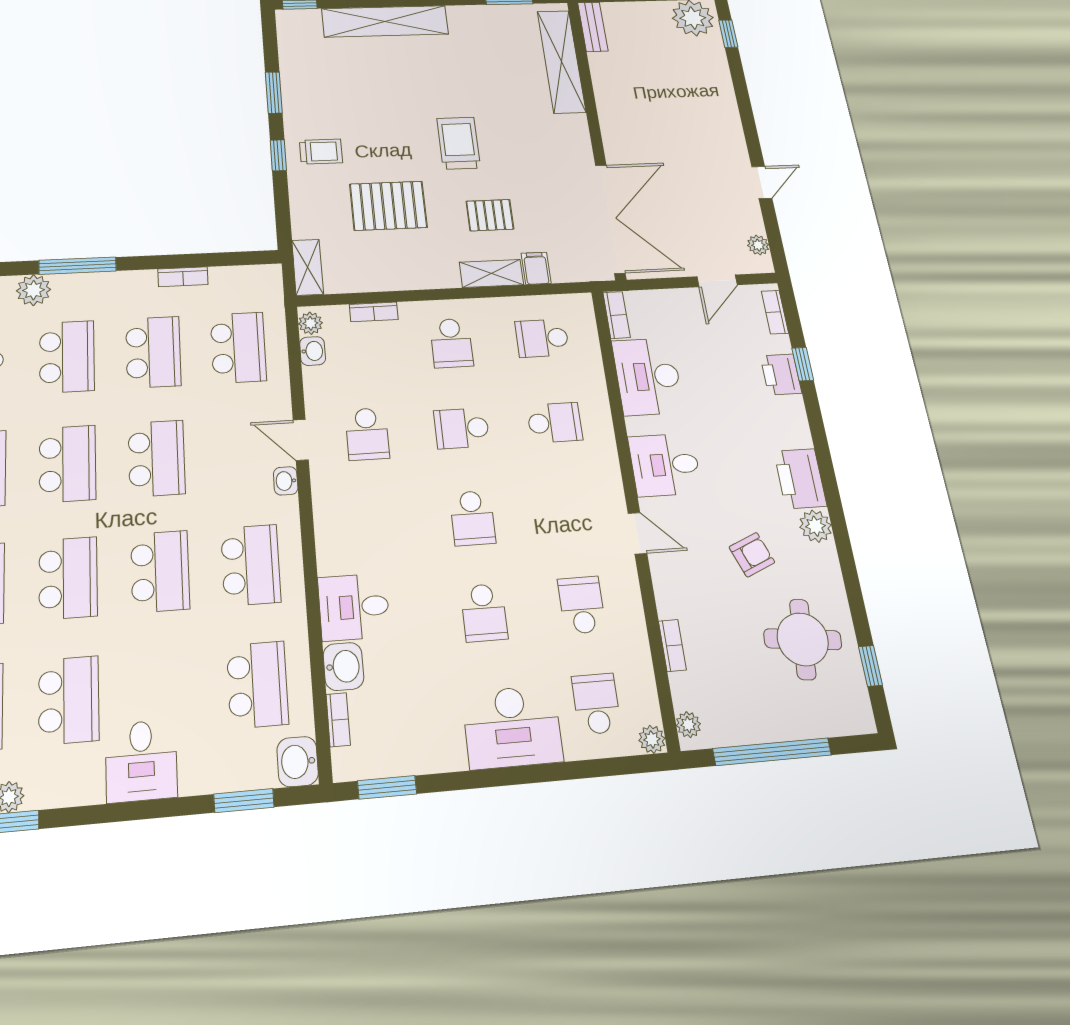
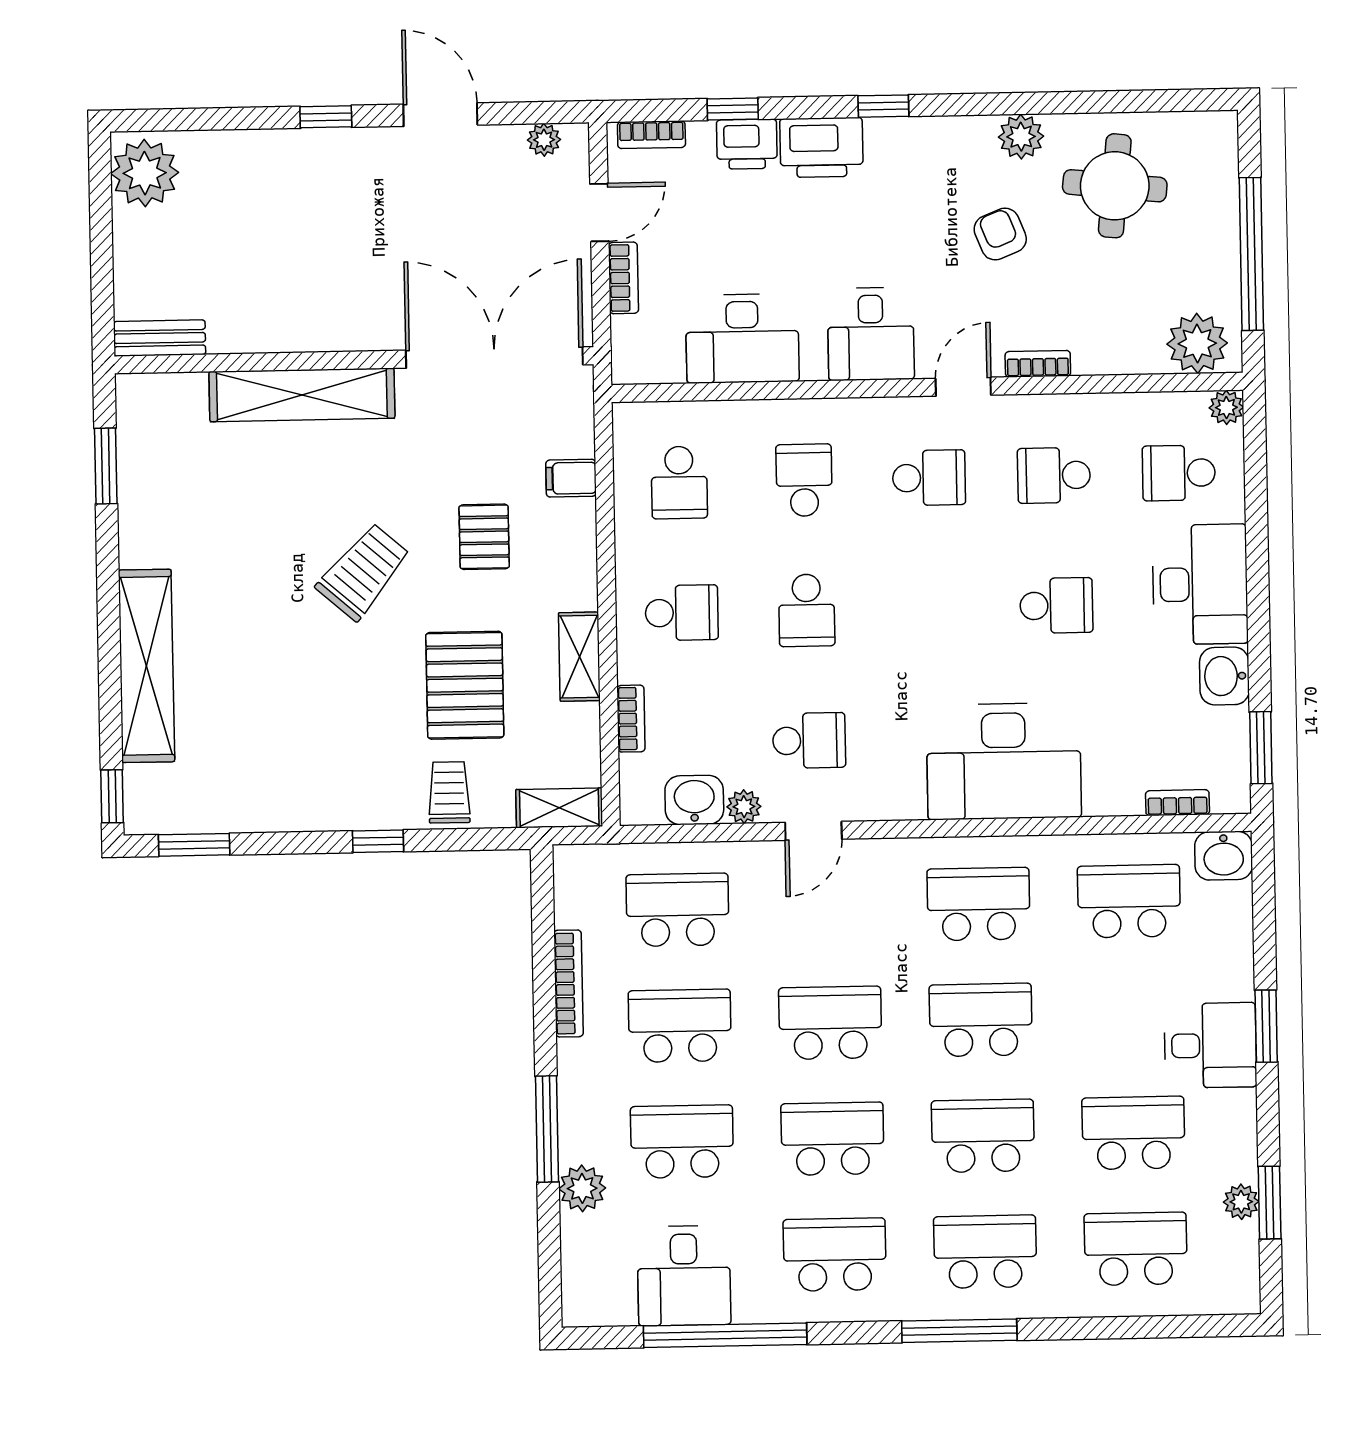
window: (728, 34) -> (326, 117), moved
shelving: (561, 61) -> (302, 395), moved
window: (274, 93) -> (194, 845), moved
trolley: (459, 143) -> (363, 572), turned 131
trolley: (321, 152) -> (449, 792), moved
door: (762, 182) -> (440, 115), width x1.38
shelving: (491, 273) -> (579, 657), moved
bookcase: (183, 277) -> (568, 983), width x1.56
door: (717, 281) -> (599, 212), hinge flipped
bookcase: (617, 315) -> (623, 278), moved, turned 90
plant: (310, 323) -> (744, 807), moved
washbasin: (313, 351) -> (694, 800), width x1.38, depth x1.45
printer: (800, 479) -> (821, 147), moved
washbasin: (286, 481) -> (869, 854), removed
school desk: (473, 518) -> (929, 478), moved
plant: (816, 526) -> (1021, 137), moved
desk: (354, 607) -> (1004, 761), width x1.87, depth x1.30
bookcase: (672, 645) -> (1038, 364), moved
washbasin: (343, 666) -> (1224, 676), moved, turned -90
window: (871, 666) -> (883, 106), moved
plant: (688, 725) -> (1197, 343), width x1.88, depth x1.88
window: (244, 801) -> (1266, 1026), moved

